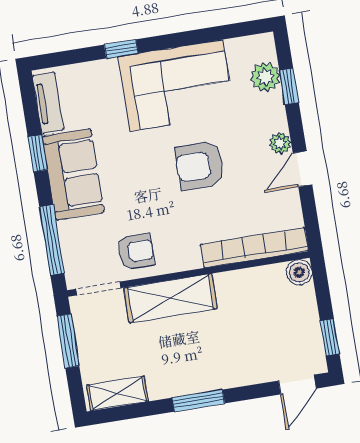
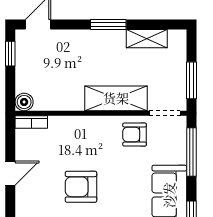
plant: (280, 143) -> (23, 193), removed
armchair: (200, 166) -> (81, 187), turned 180
bookcase: (254, 248) -> (31, 122), width x0.43, depth x0.76
shelving: (118, 393) -> (147, 39), moved

